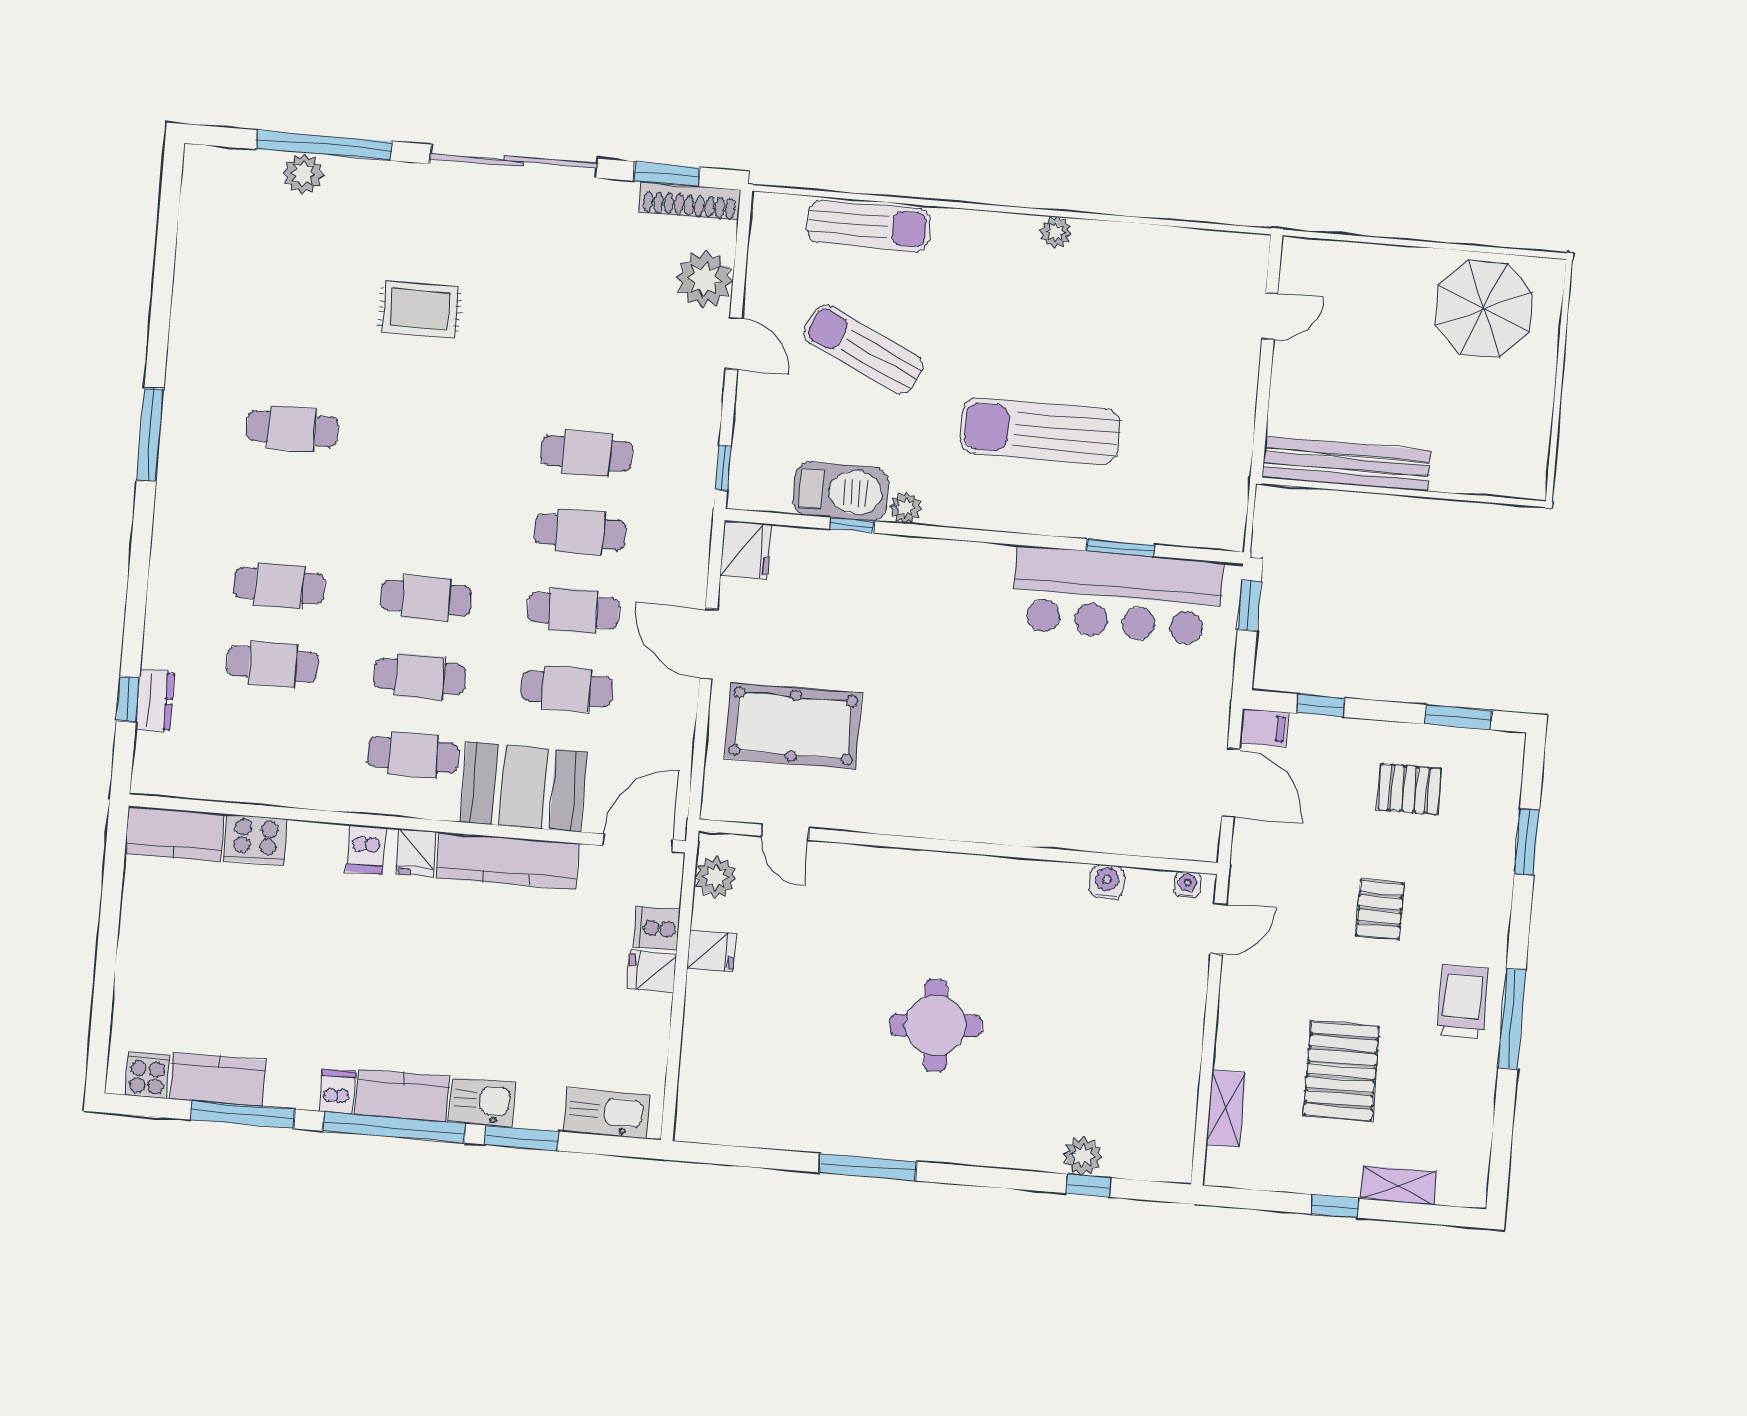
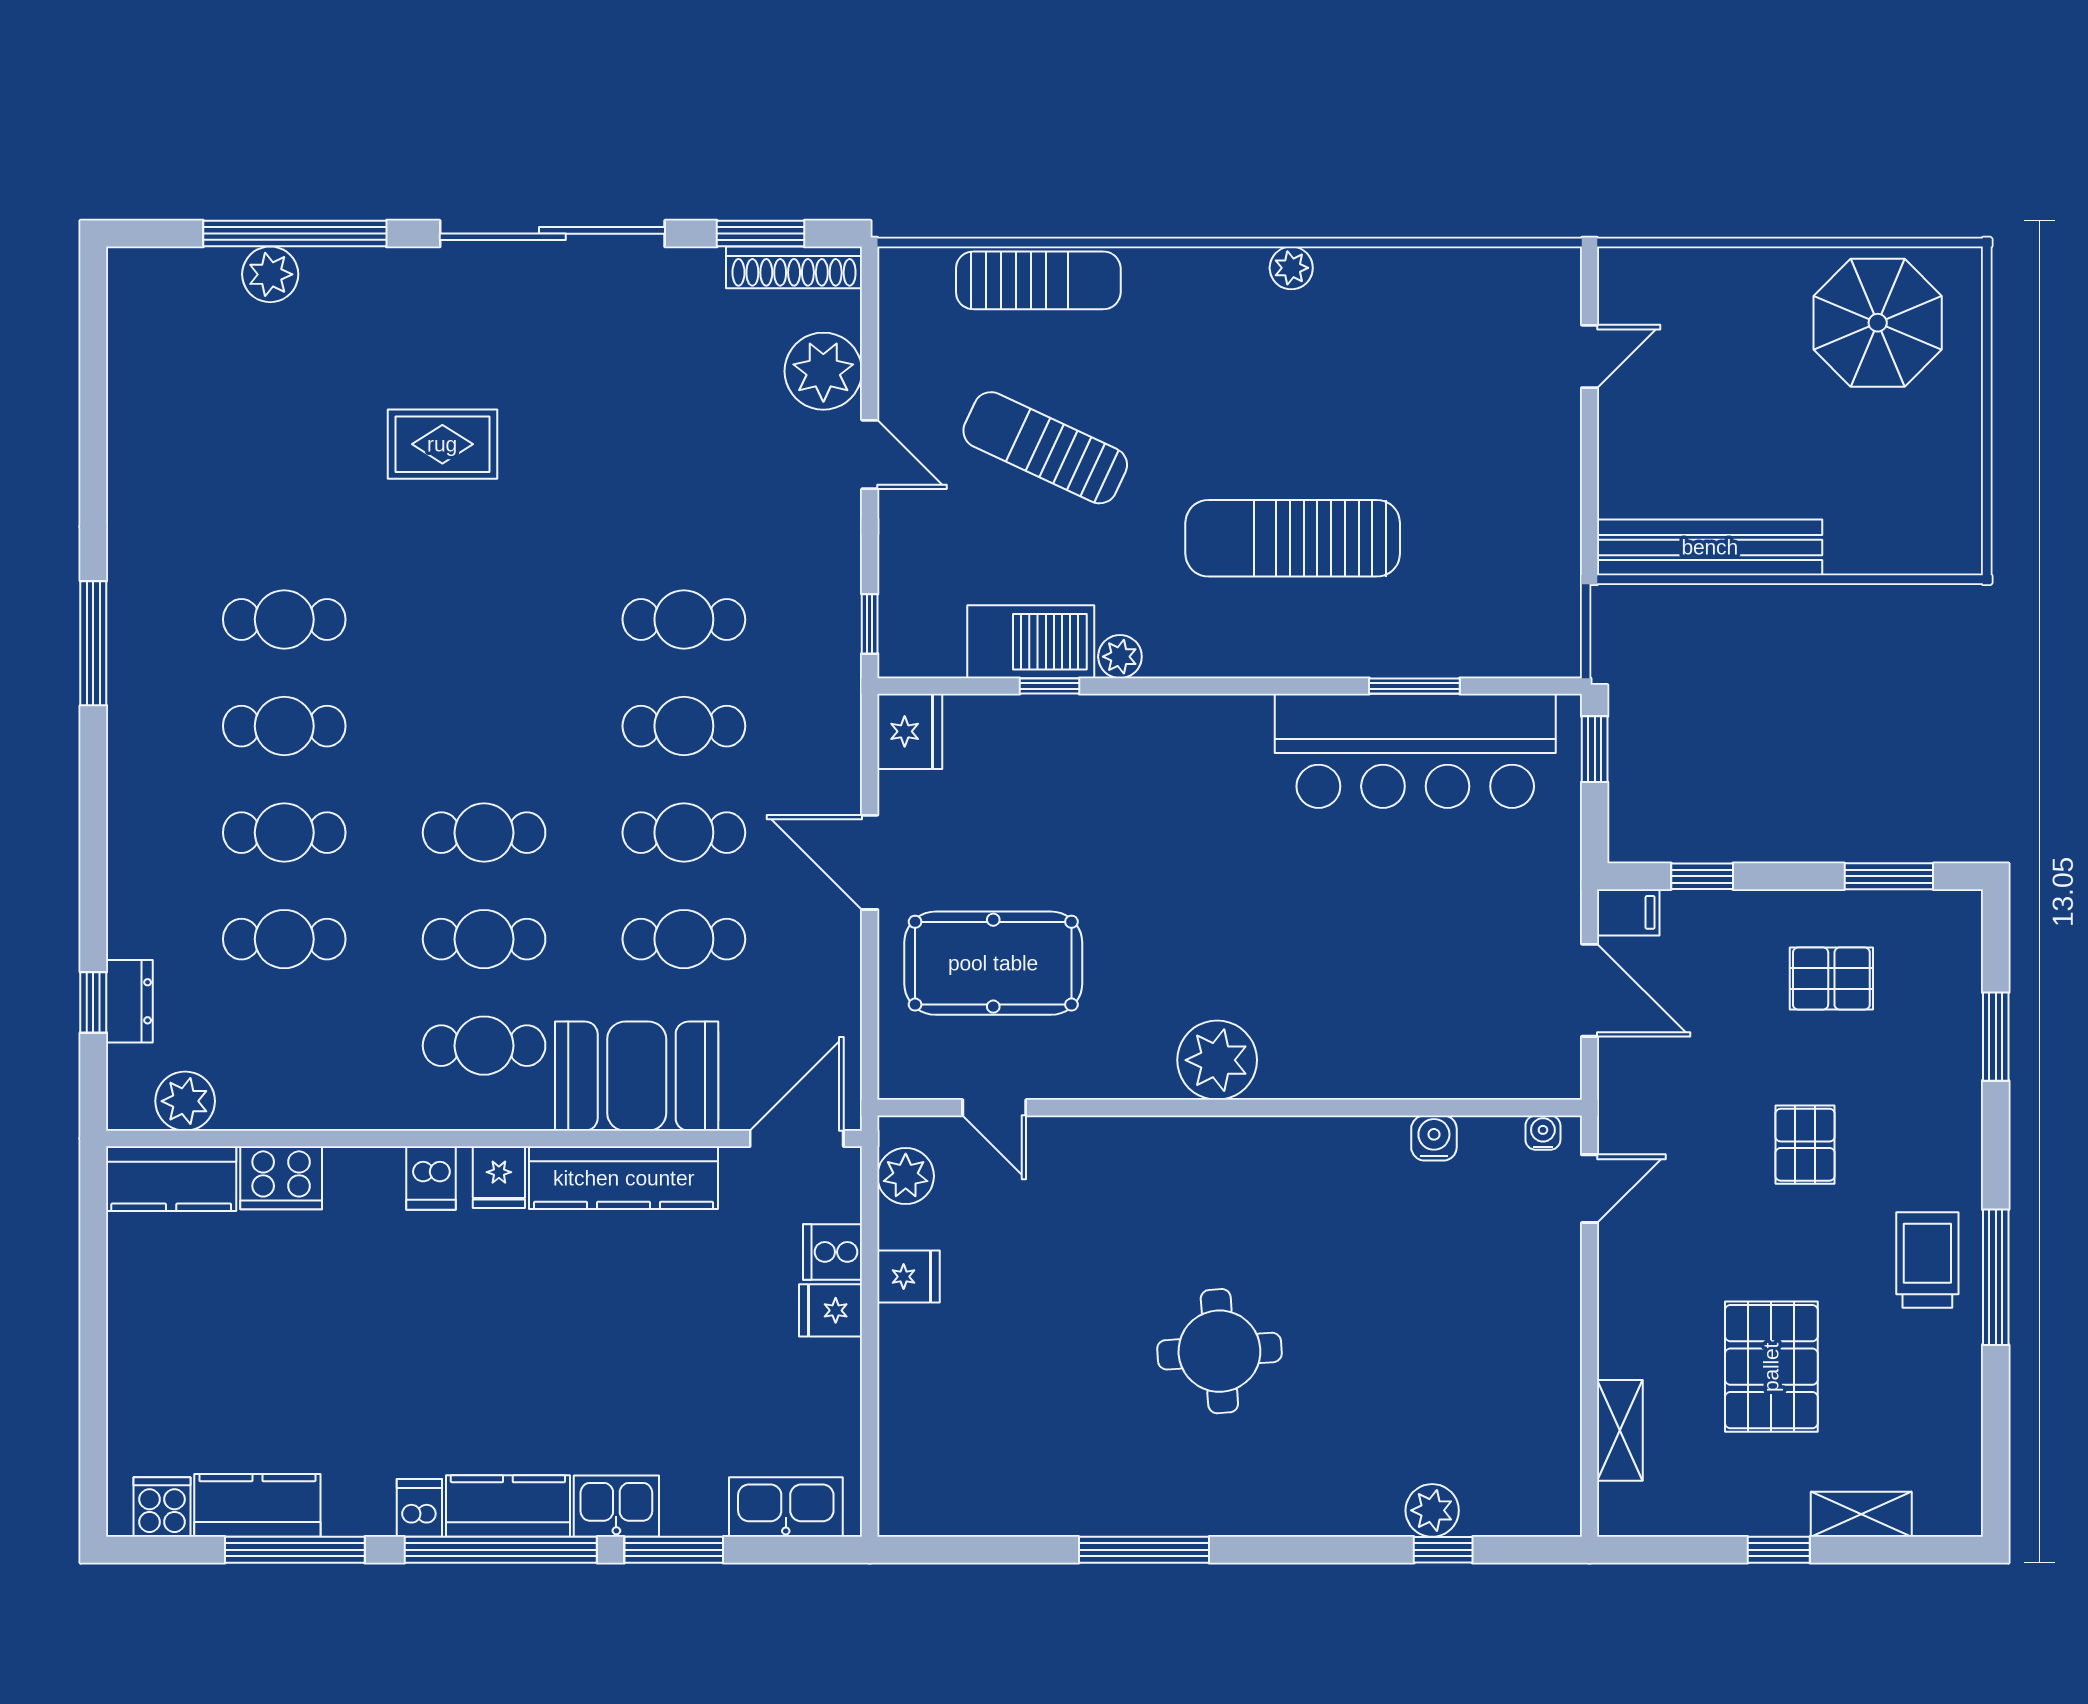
cafe table: (286, 507) -> (284, 726), added
plant: (189, 777) -> (185, 1101), added
plant: (952, 811) -> (1217, 1060), added

